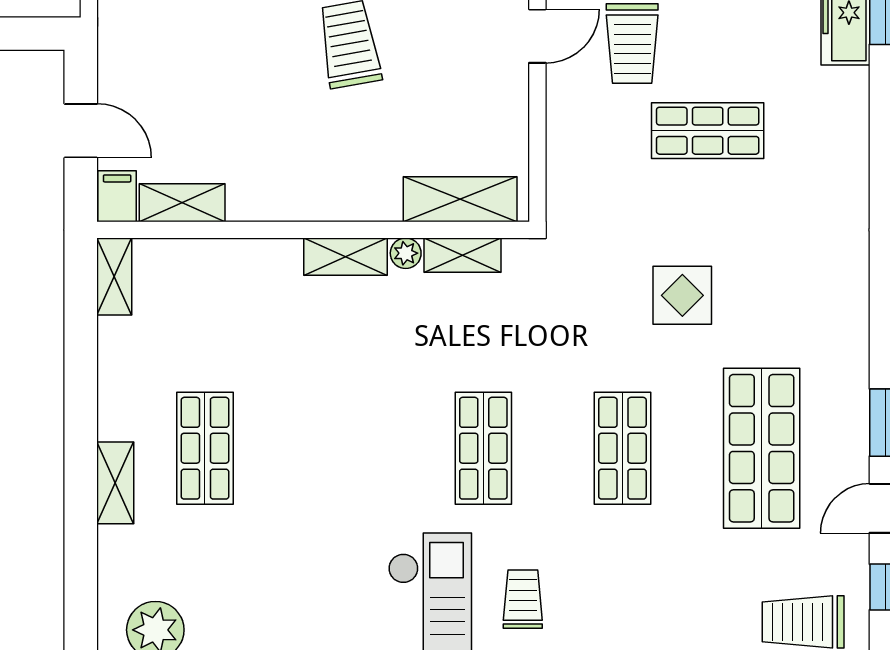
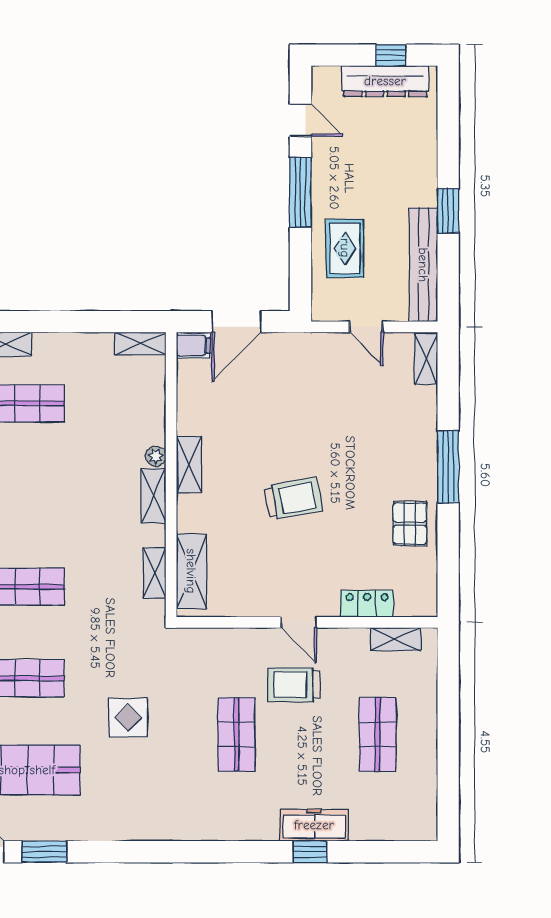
door: (81, 131) -> (237, 322), width x1.37
shelving: (182, 203) -> (189, 465), moved
plant: (406, 253) -> (156, 456), moved

